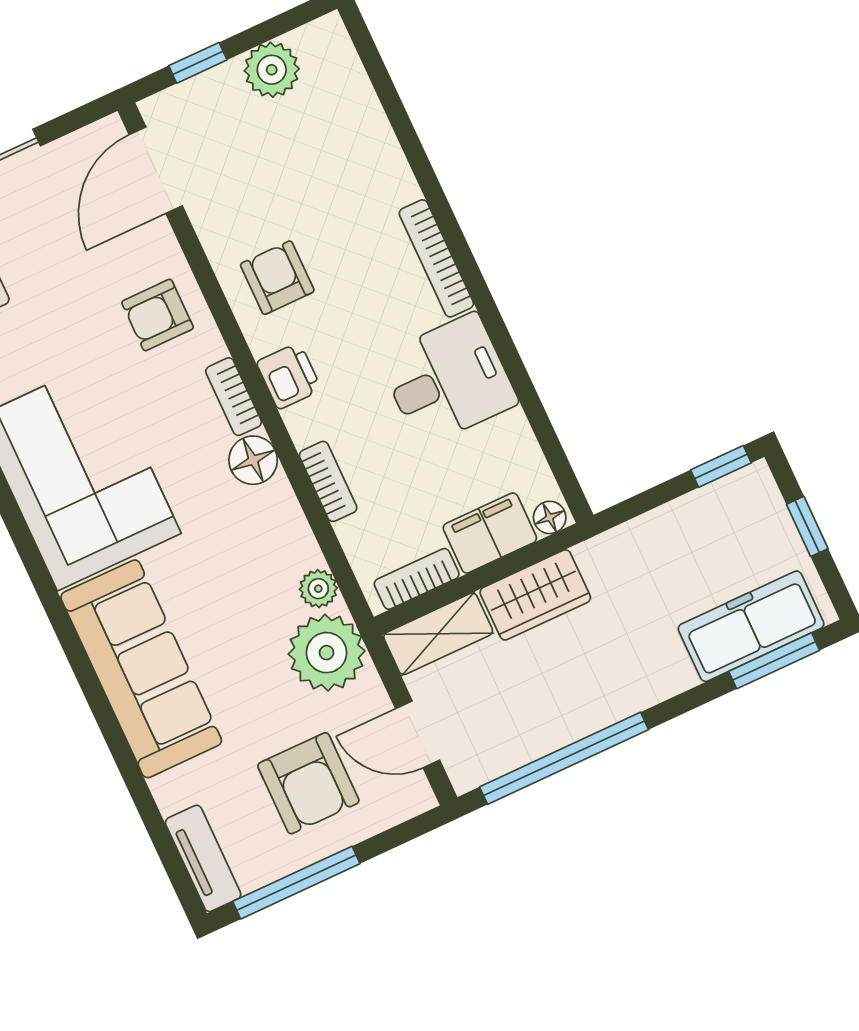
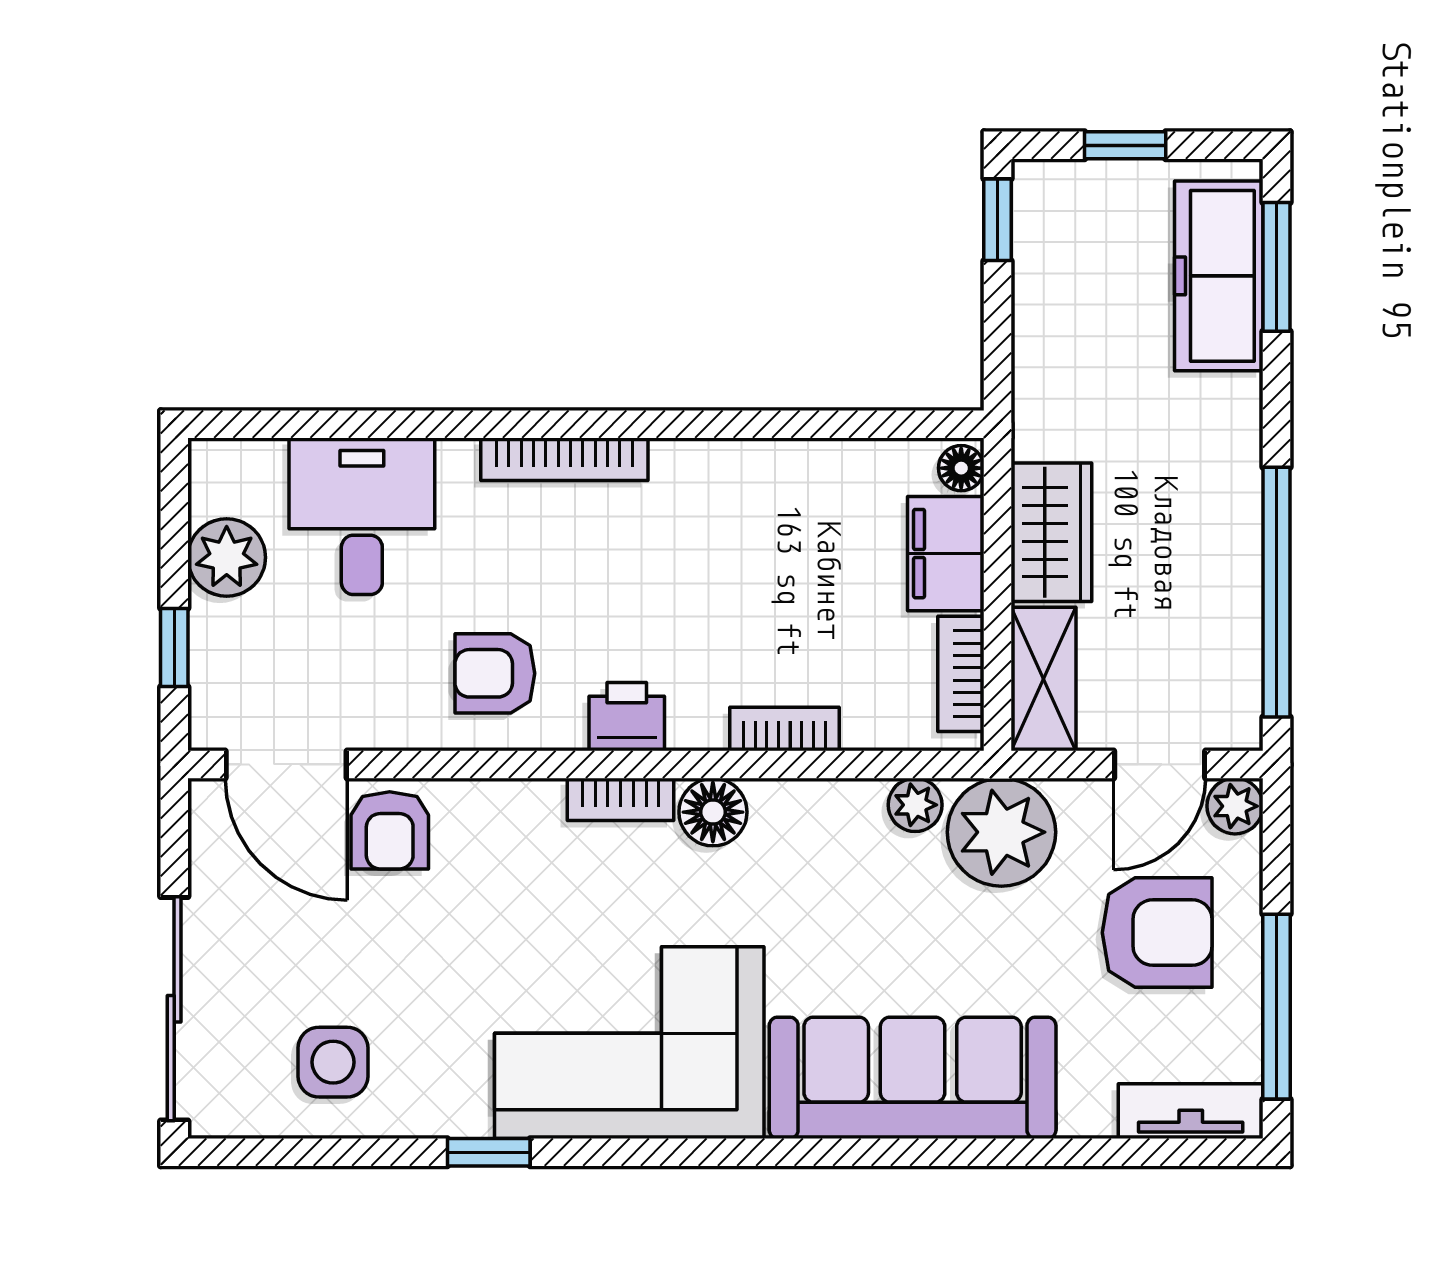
armchair: (158, 315) -> (390, 830), moved
desk: (448, 380) -> (362, 516), moved
plant: (413, 796) -> (1235, 806), added

